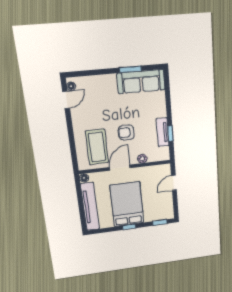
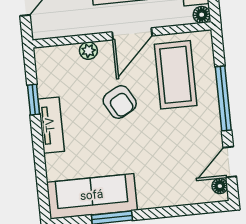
armchair: (126, 132) -> (120, 102), turned 61
tv unit: (163, 132) -> (51, 125), moved
window: (71, 135) -> (223, 98), added

